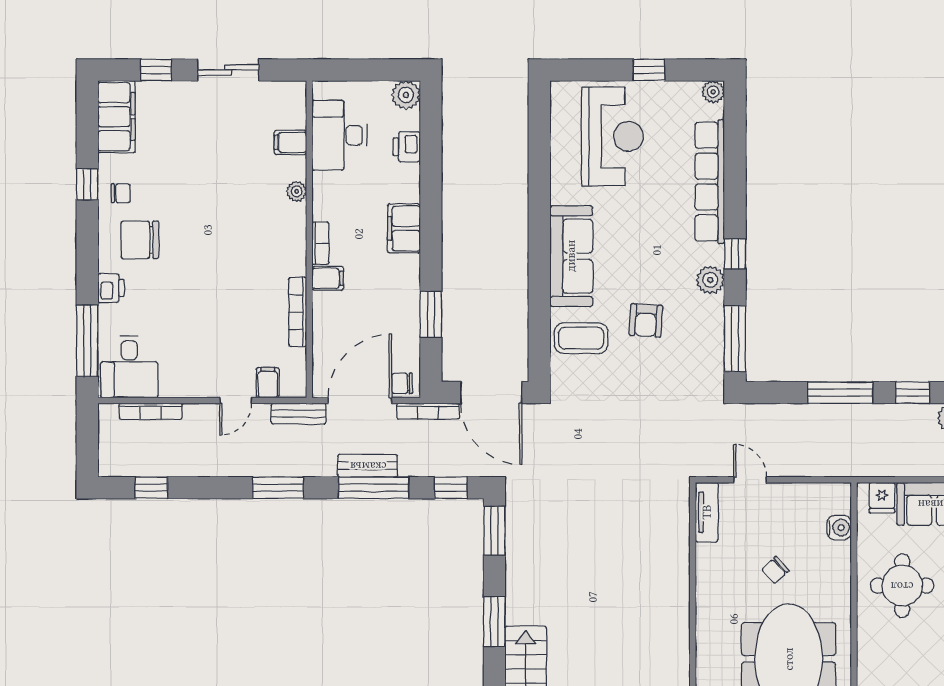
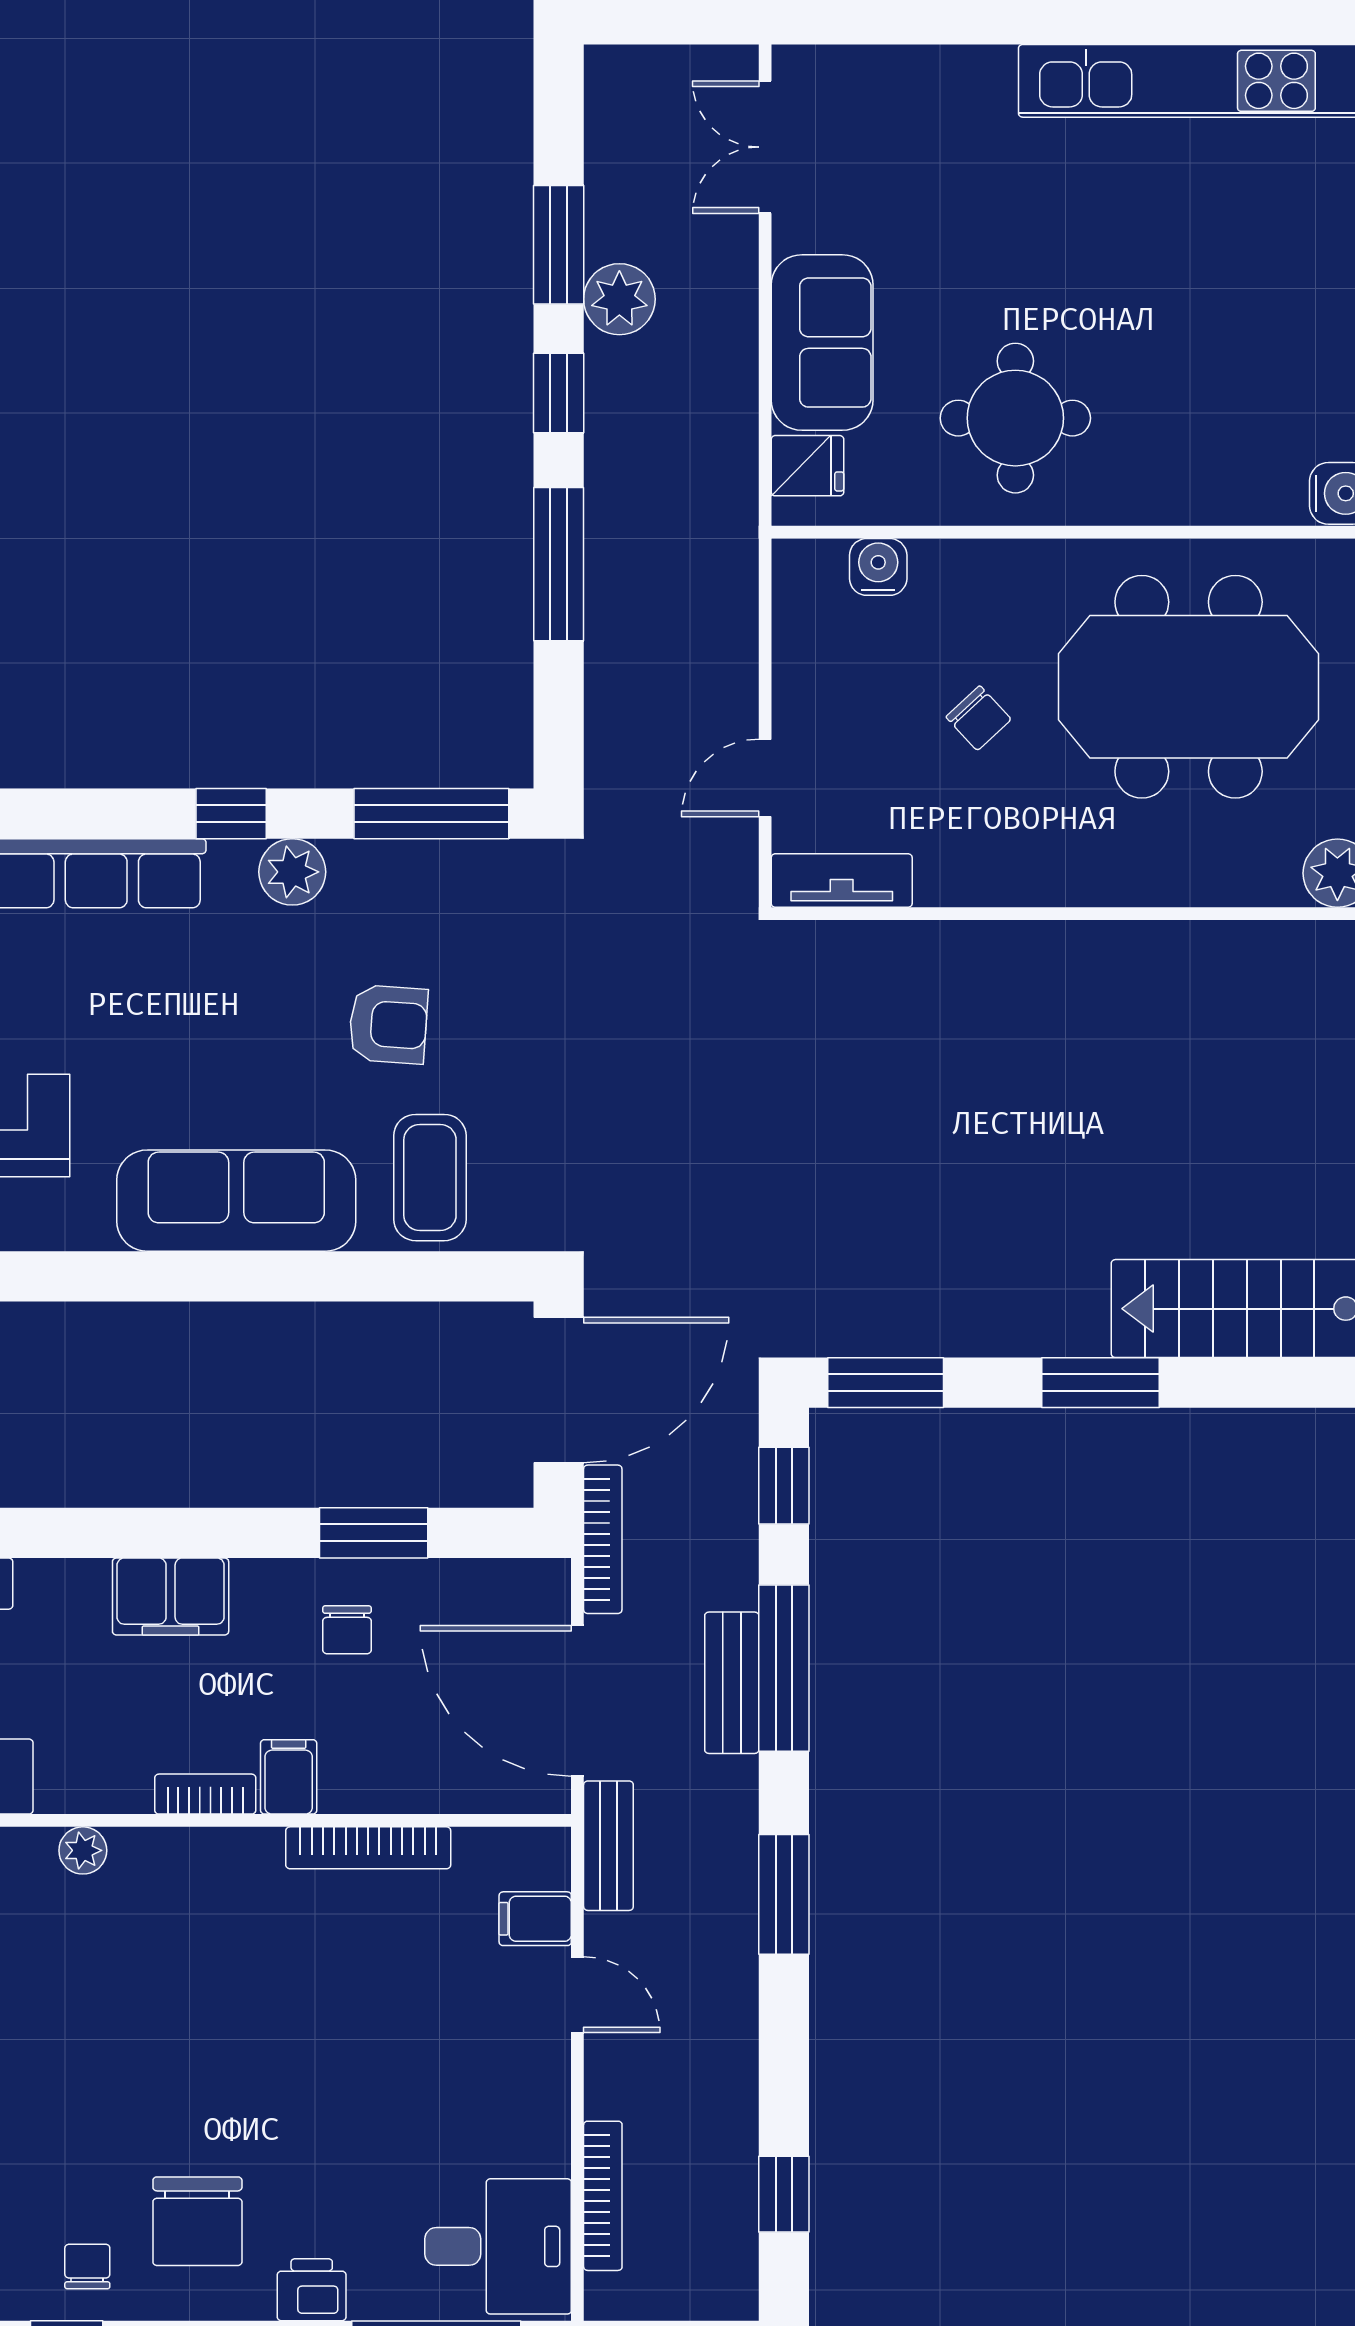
chair: (402, 383) -> (347, 1630), moved

